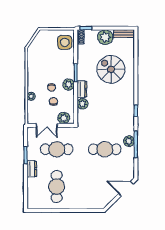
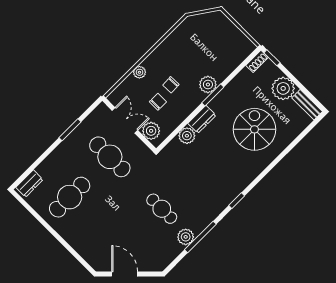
side table: (65, 42) -> (234, 50), removed
plant: (69, 85) -> (208, 85), moved
double door: (47, 125) -> (125, 120), swing flipped
plant: (129, 141) -> (186, 237), moved
cafe table: (105, 149) -> (162, 209), width x0.73, depth x0.74
dresser: (32, 169) -> (29, 184), moved
door: (126, 189) -> (125, 274), moved

